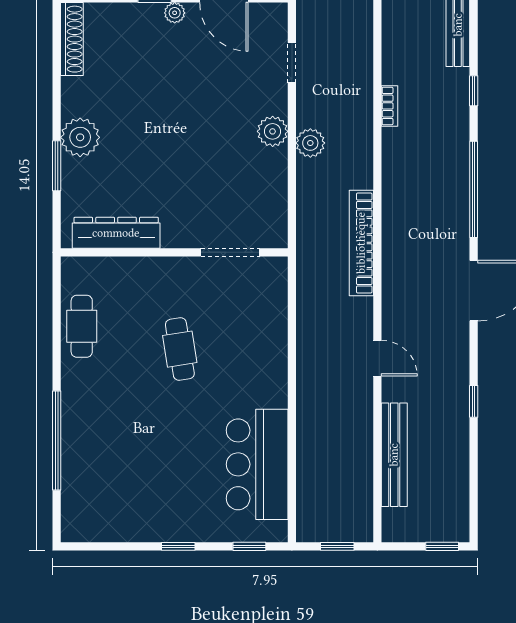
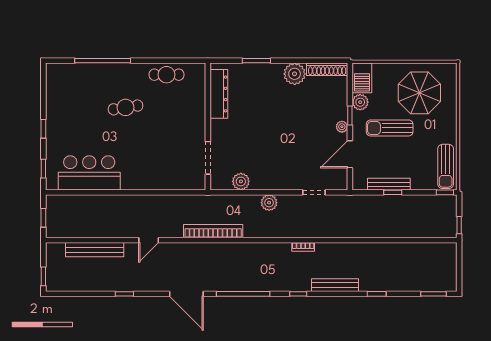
bookcase: (390, 106) -> (303, 247), moved
plant: (273, 131) -> (241, 181), moved
plant: (80, 137) -> (295, 74), moved
cafe table: (180, 349) -> (126, 107), moved

